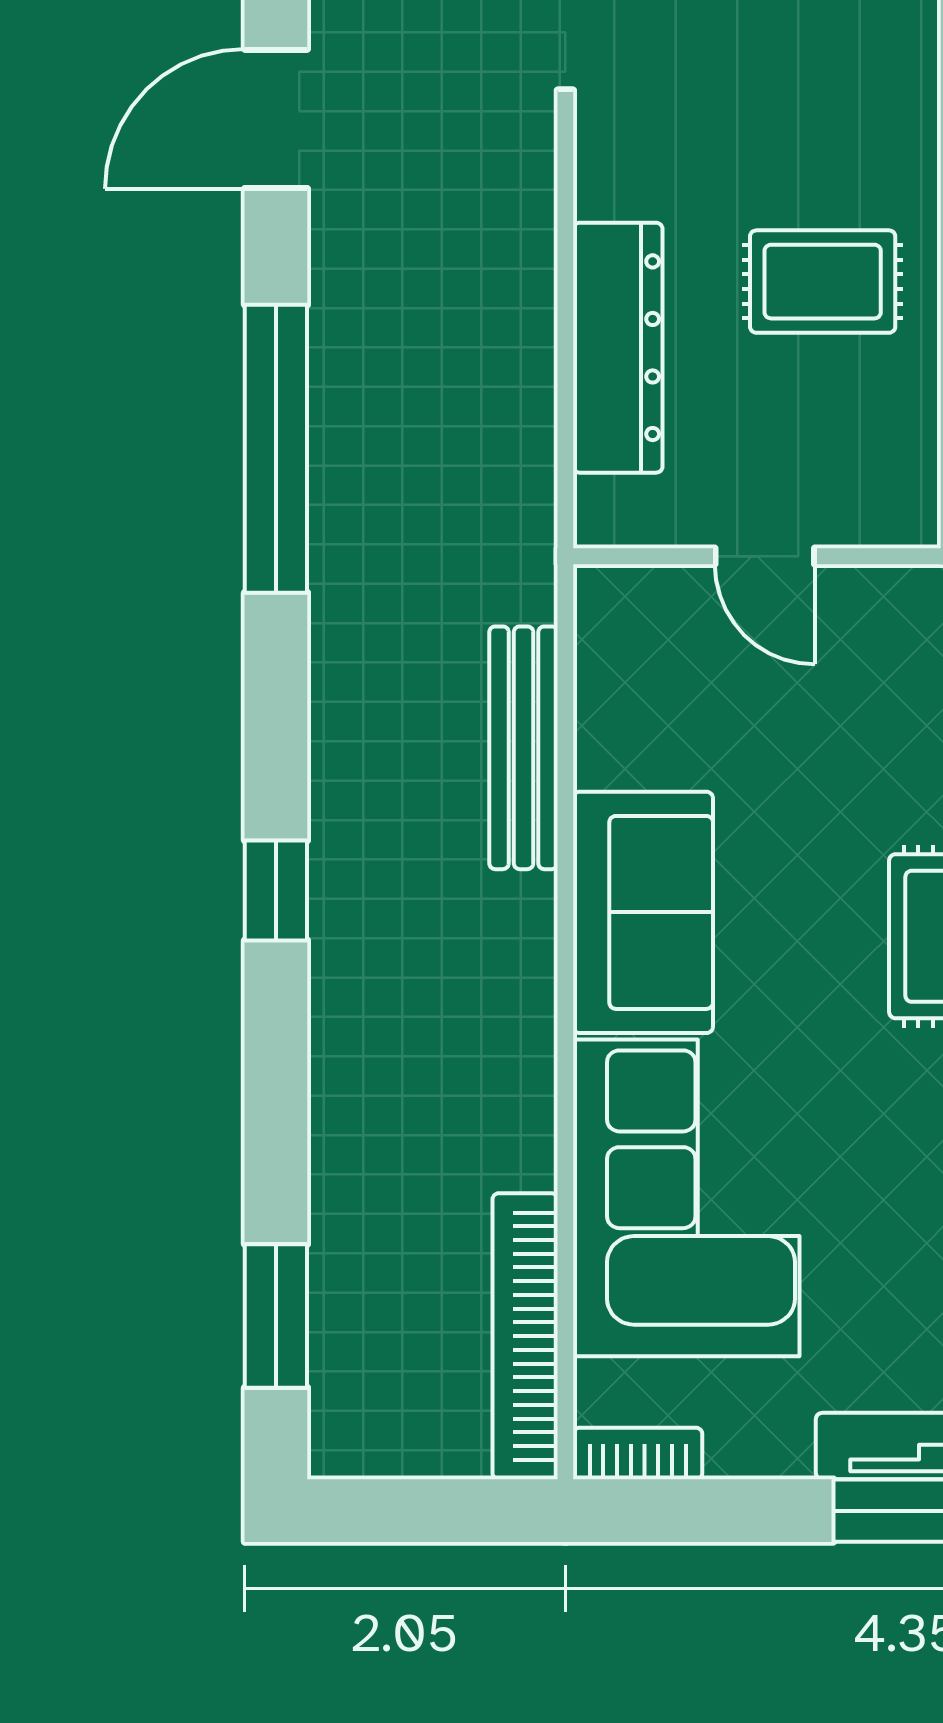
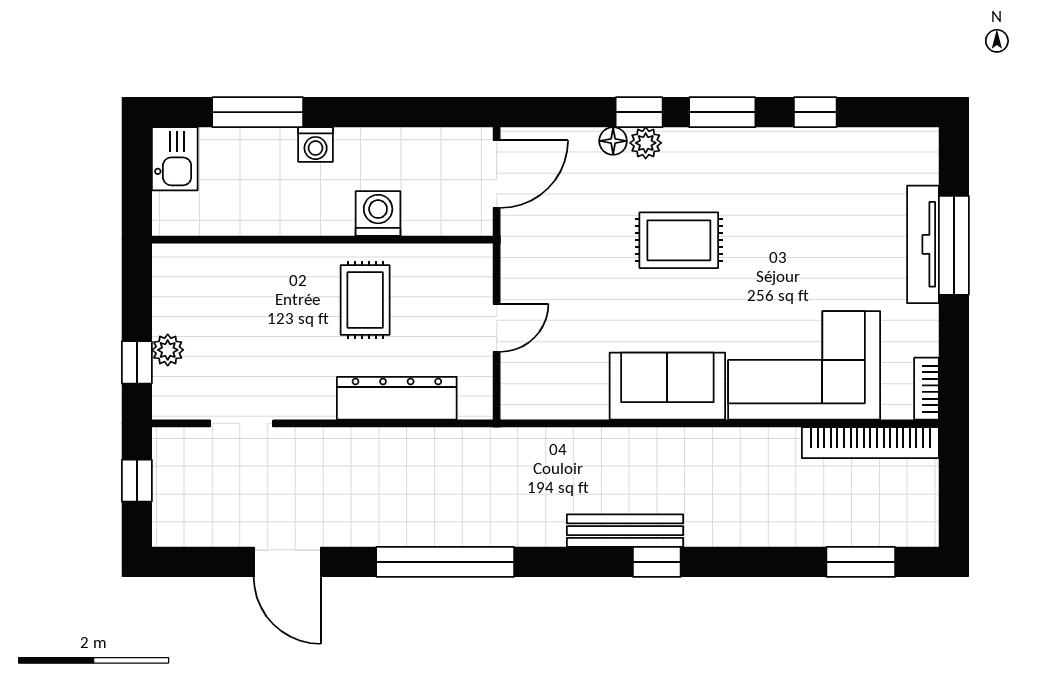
bench: (524, 748) -> (625, 531), moved

